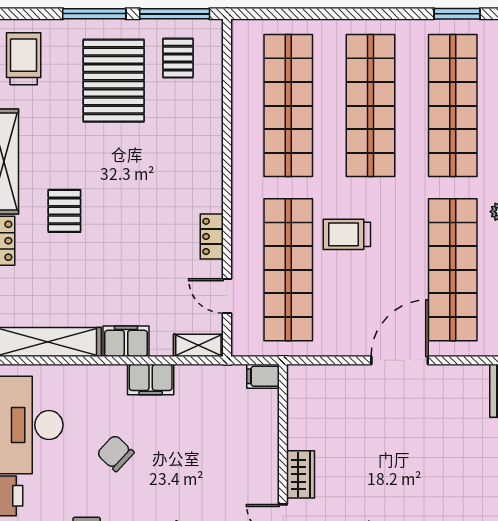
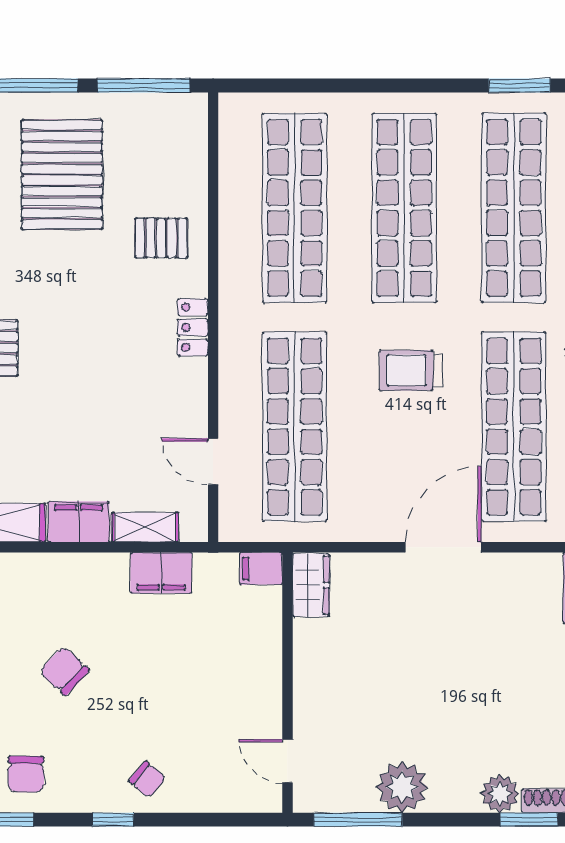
pallet: (178, 58) -> (161, 238), moved, turned 90
trolley: (347, 234) -> (411, 370), moved
locker: (212, 236) -> (193, 327), moved
shelving: (198, 345) -> (145, 527), moved
filing cabinet: (151, 380) -> (161, 573), moved
wardrobe: (300, 474) -> (311, 585), moved

